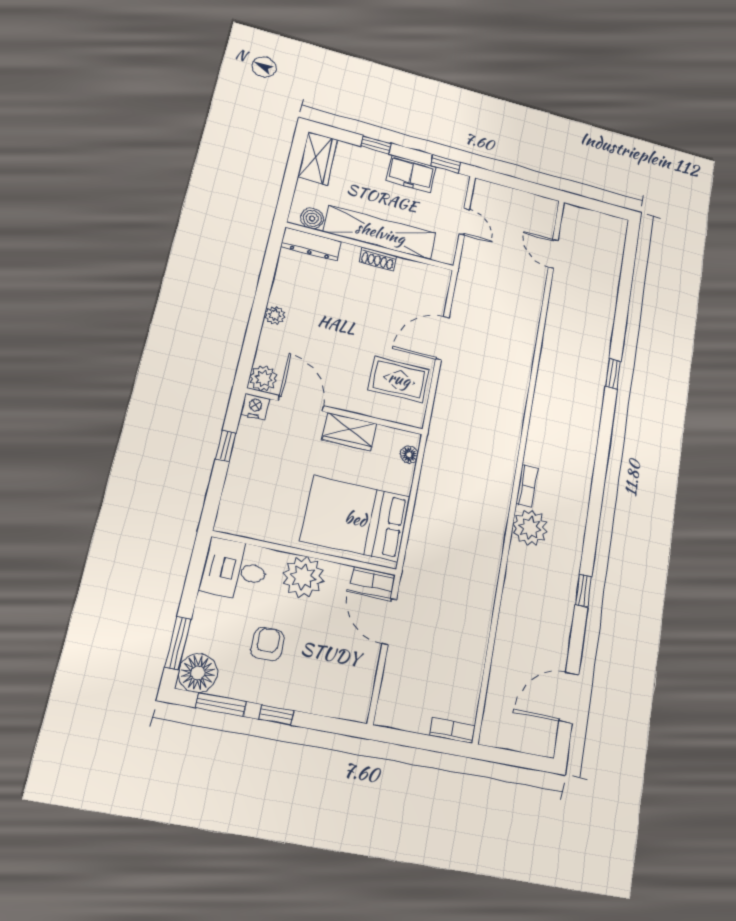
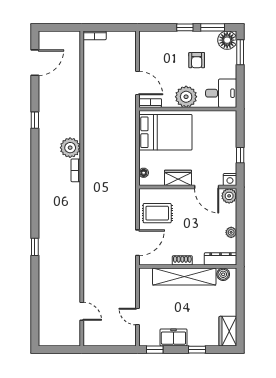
boiler: (312, 219) -> (223, 274), moved
shelving: (380, 233) -> (184, 277), moved
dresser: (311, 244) -> (220, 259), moved
wall: (371, 247) -> (188, 267), moved
shoe rack: (378, 259) -> (182, 260), moved

